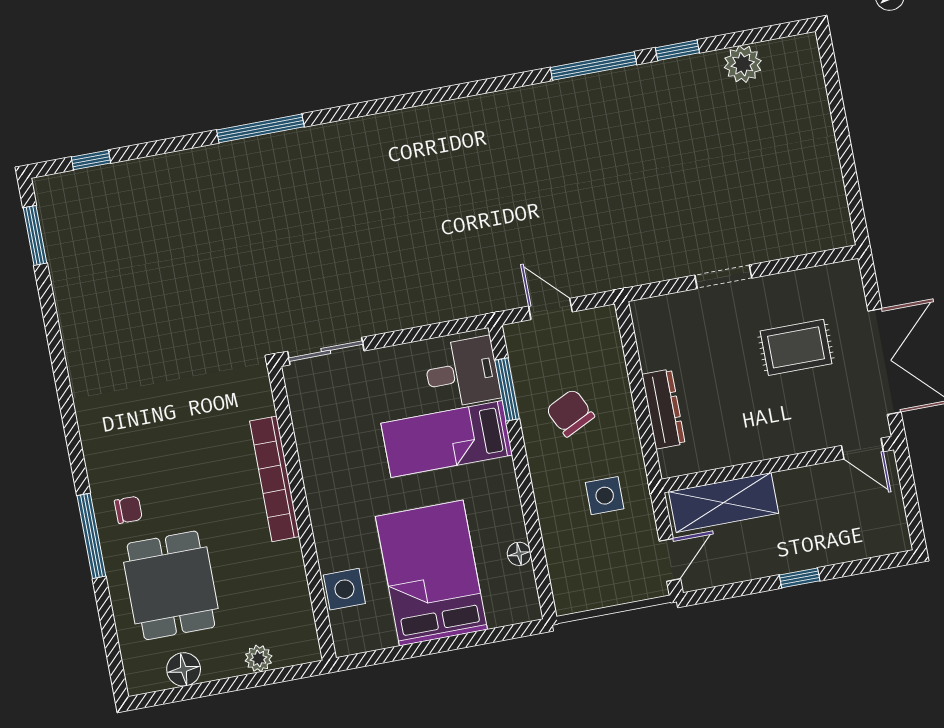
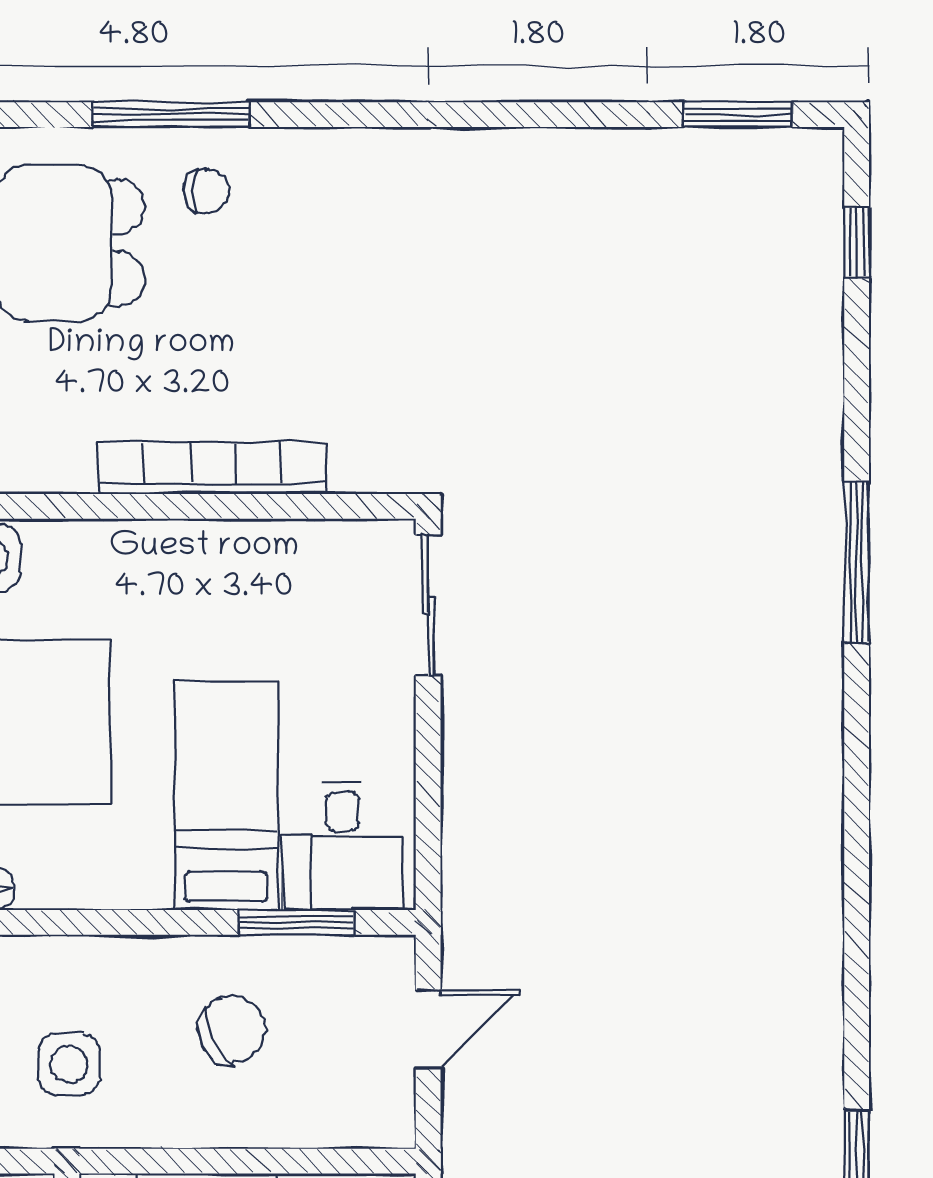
chair: (128, 510) -> (206, 191), turned -90

